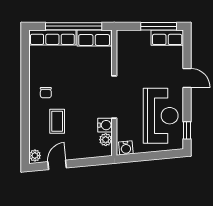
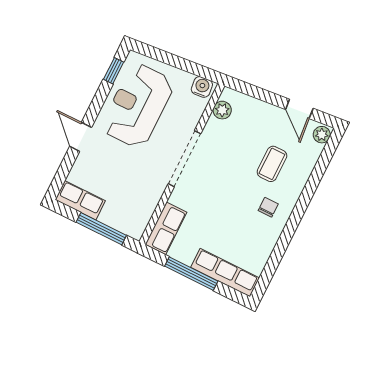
window: (74, 26) -> (191, 274), width x0.68
window: (159, 26) -> (101, 229), moved
row of seats: (94, 38) -> (166, 228), moved, turned 90
water cooler: (105, 125) -> (214, 129), removed
door: (57, 165) -> (299, 109), hinge flipped

